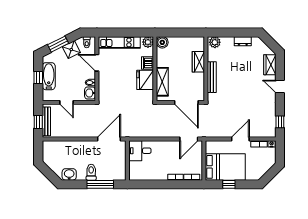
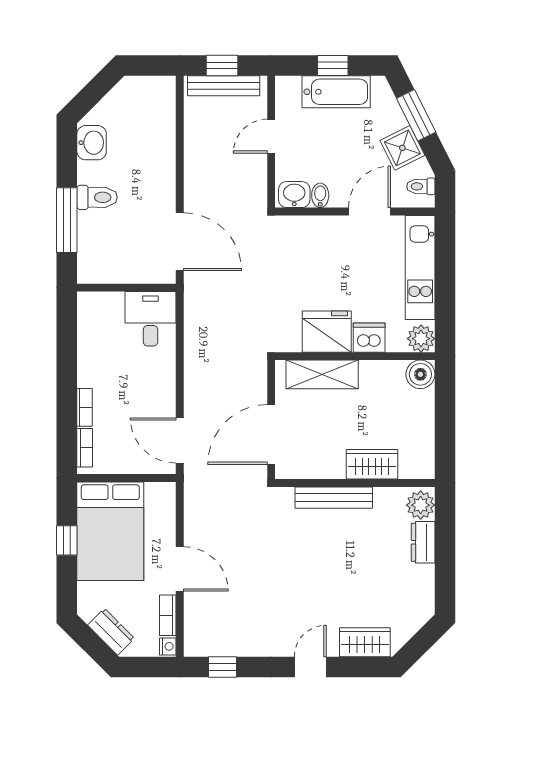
dresser: (243, 41) -> (423, 542), moved
dresser: (266, 167) -> (111, 632), added

